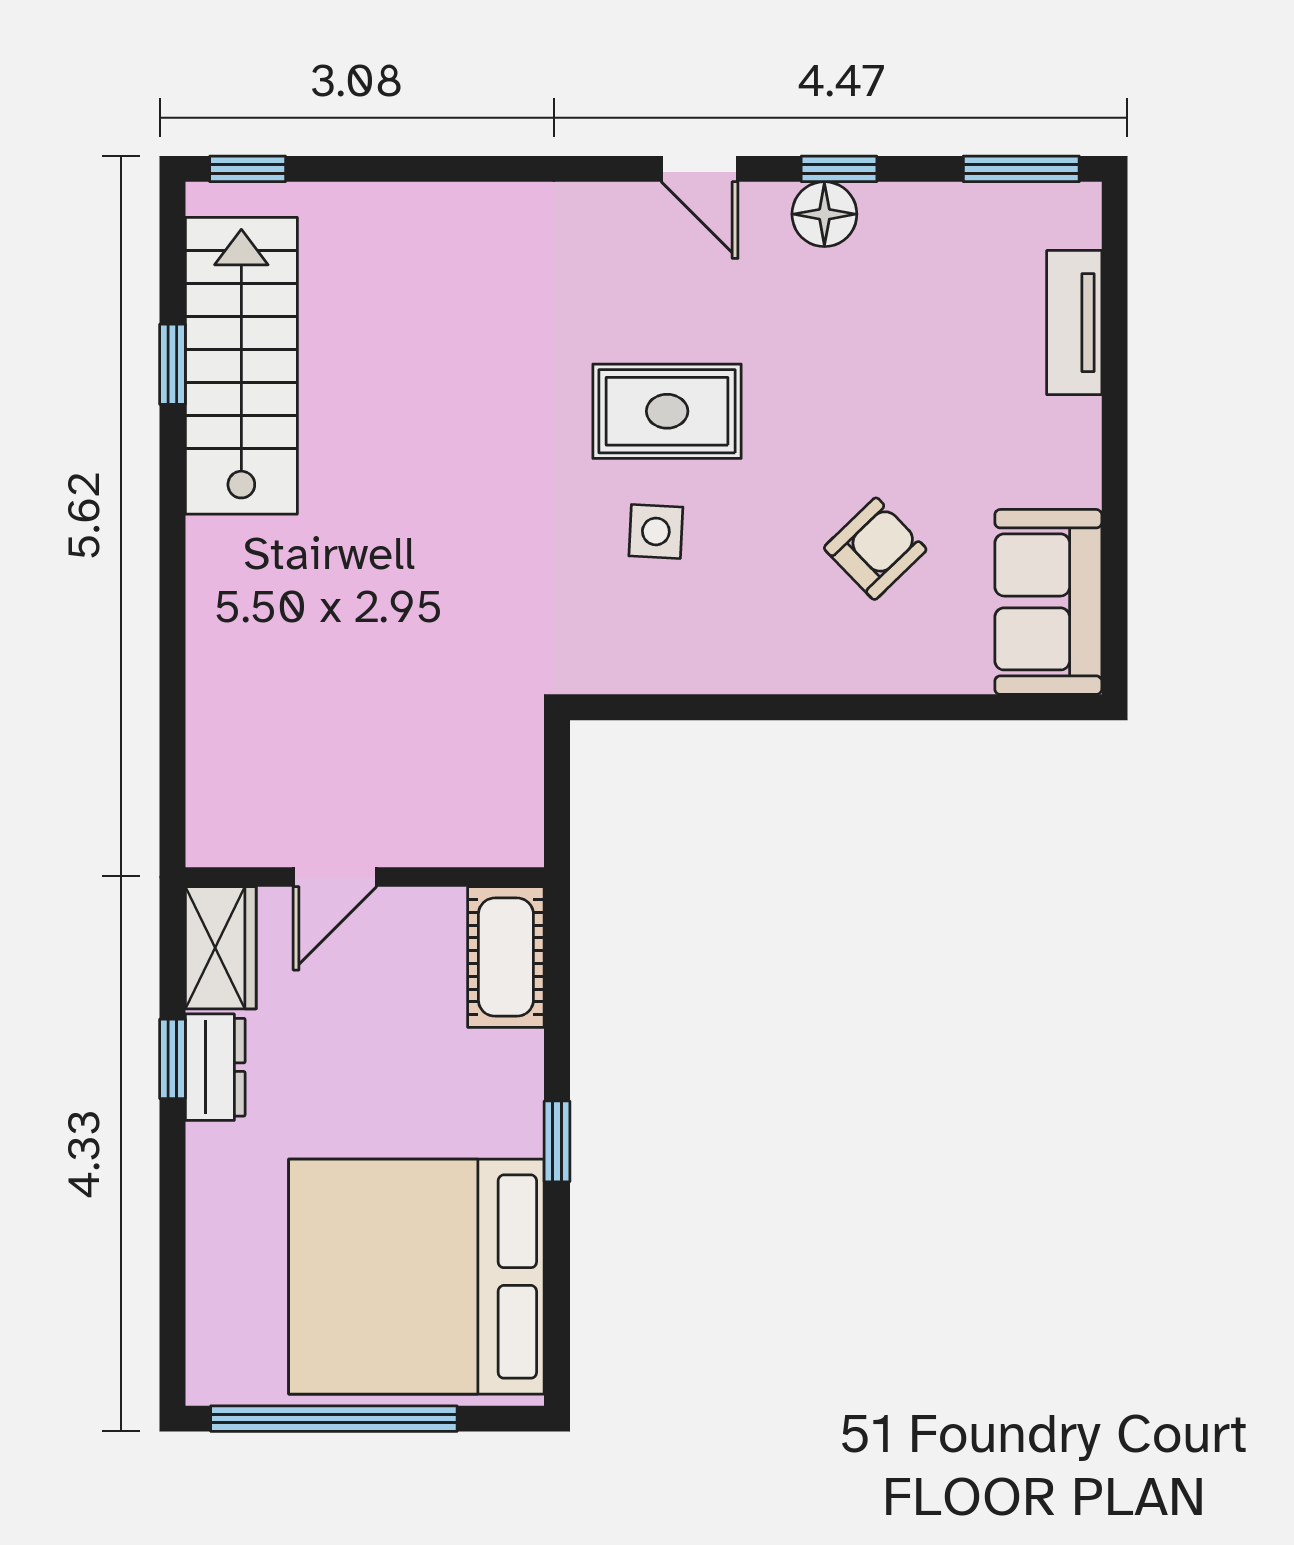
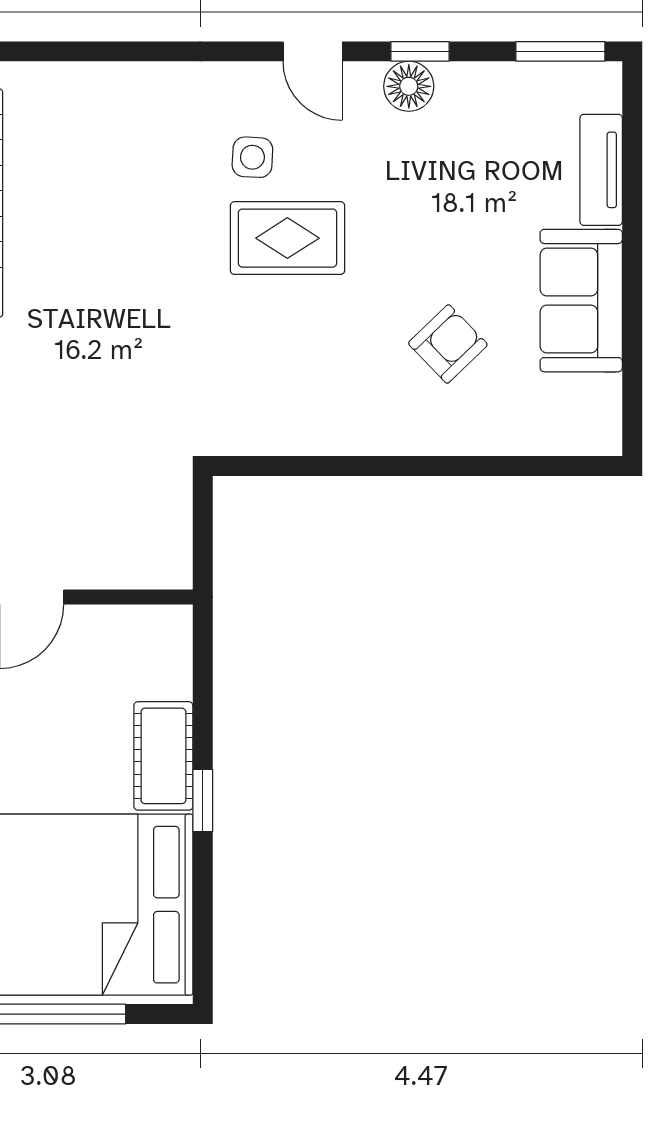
side table: (656, 531) -> (252, 157), moved
sofa: (1048, 602) -> (581, 301), moved
cot: (506, 957) -> (163, 756), moved

